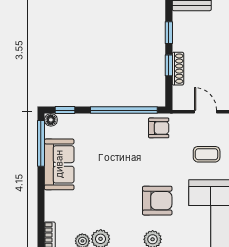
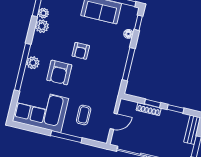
window: (124, 110) -> (129, 64), width x0.68
floor lamp: (51, 120) -> (128, 34), moved
armchair: (159, 128) -> (81, 51), moved

